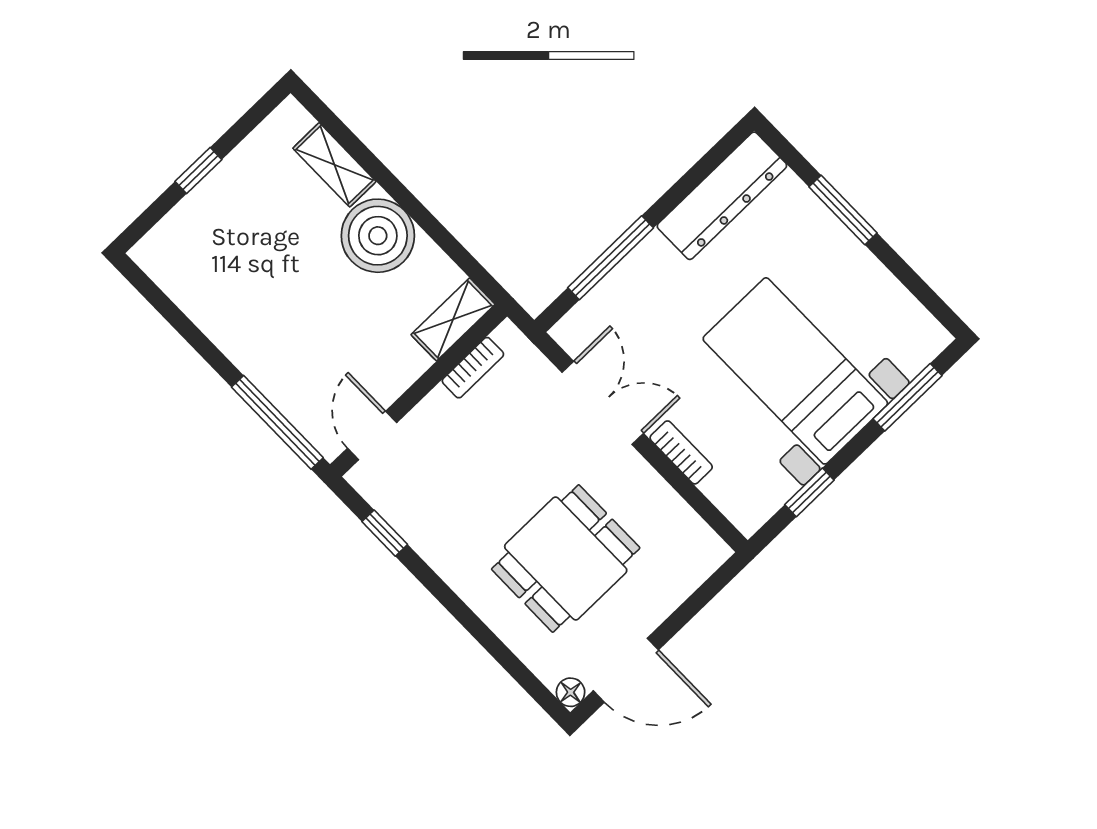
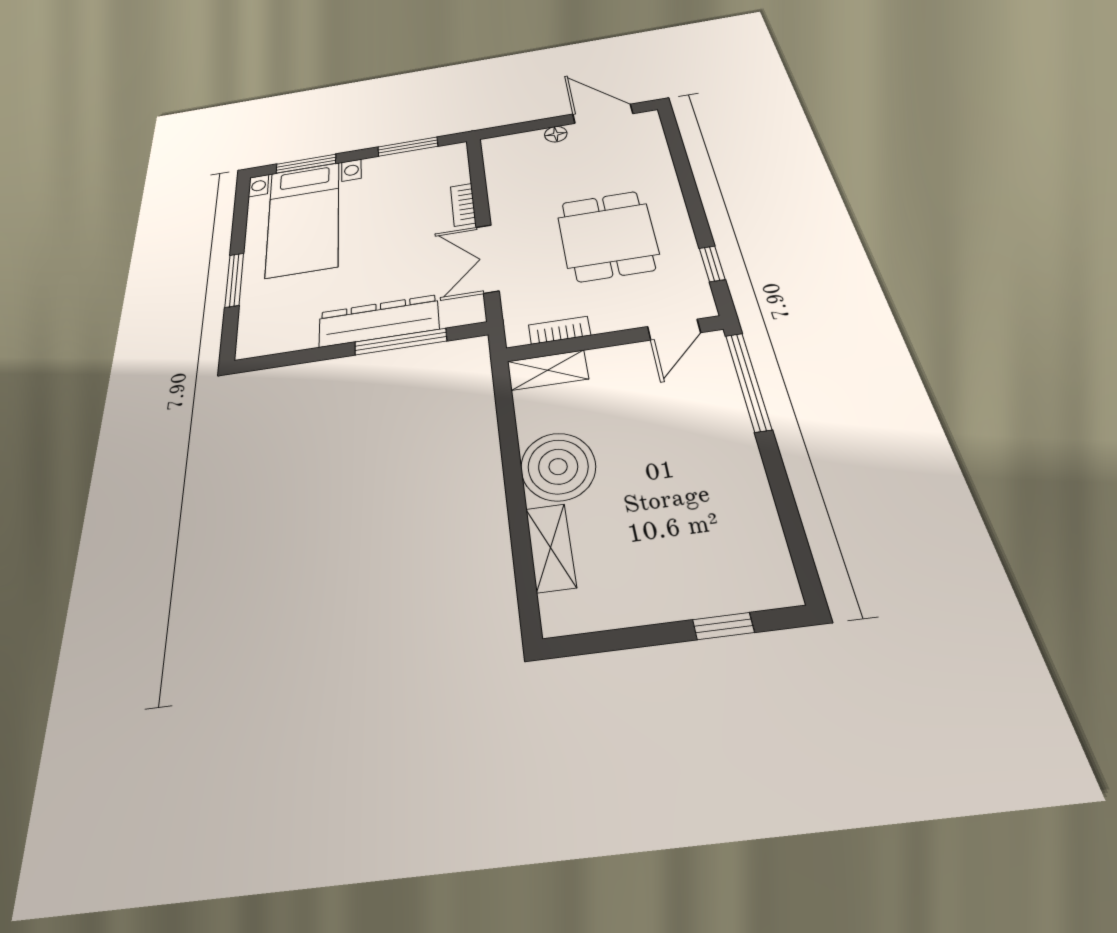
window: (198, 171) -> (723, 626), moved
dresser: (722, 196) -> (379, 321), moved
bed with nightstands: (795, 371) -> (303, 218), moved
window: (809, 492) -> (408, 147), width x1.50
dining table: (566, 558) -> (608, 236), moved, turned 90
floor lamp: (571, 692) -> (556, 134), moved

